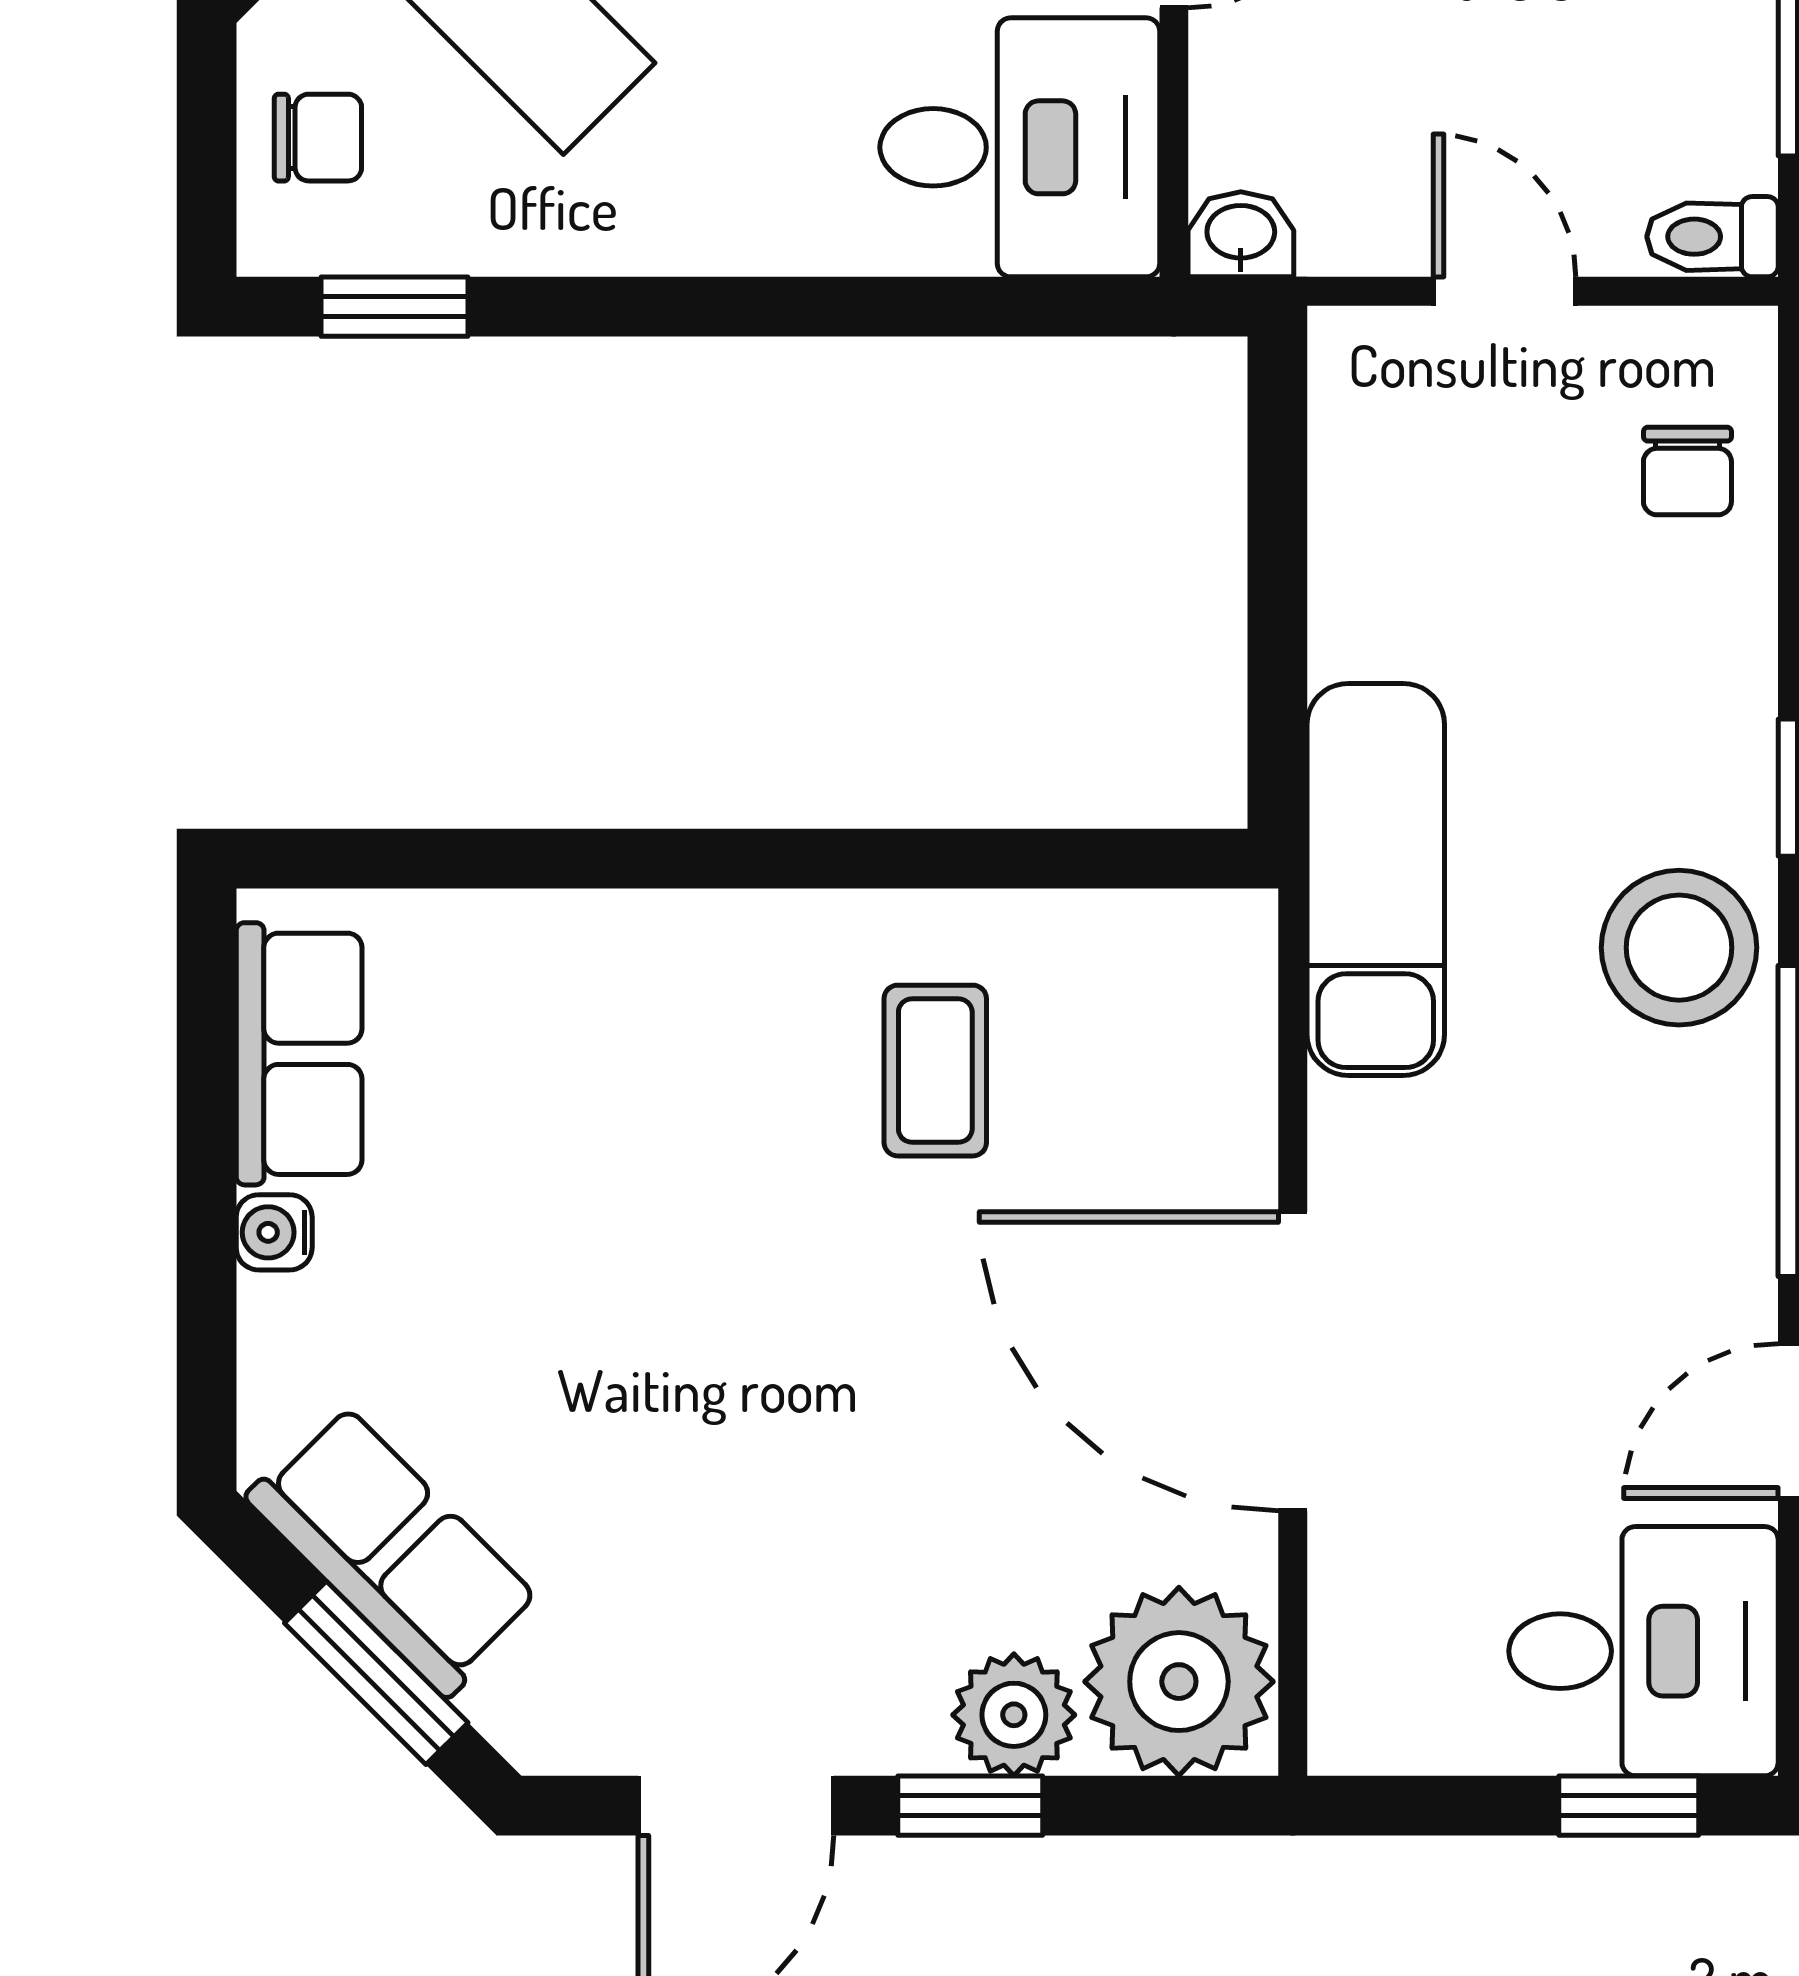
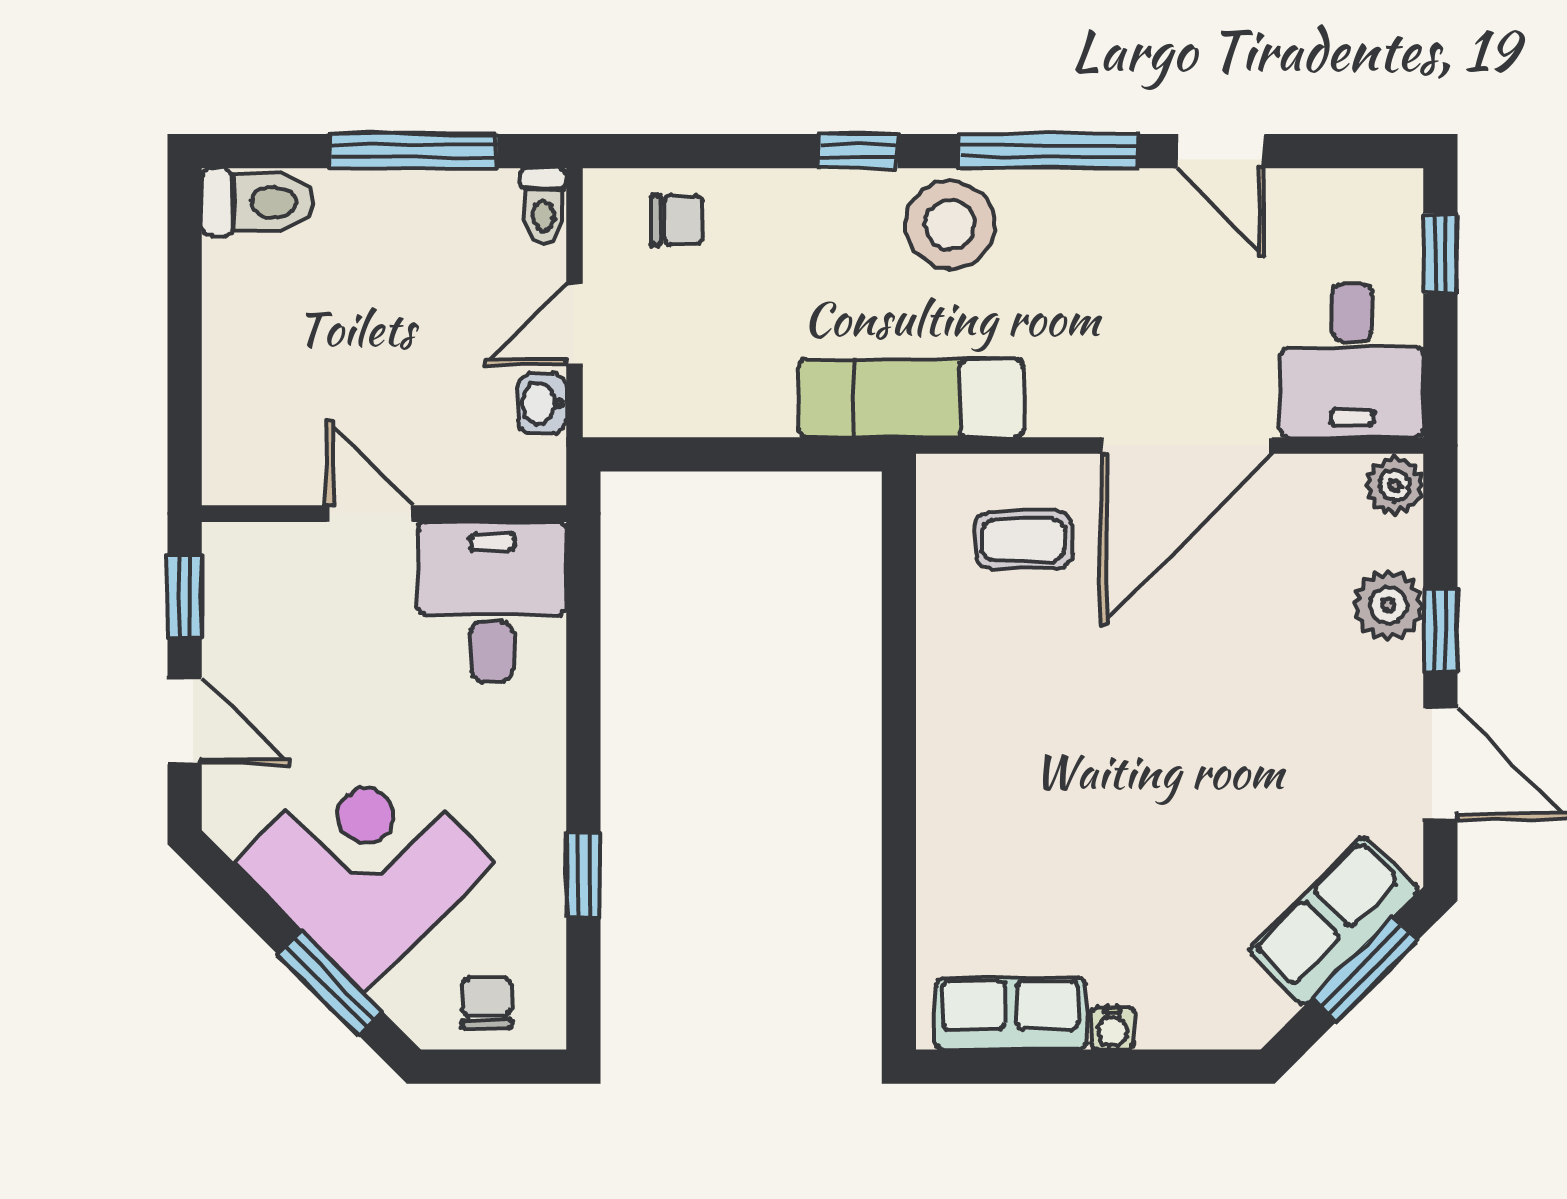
washbasin: (1241, 234) -> (542, 403), moved
window: (395, 307) -> (583, 875), moved
coffee table: (935, 1071) -> (1024, 540), moved
row of seats: (393, 1550) -> (1334, 921), moved
desk: (1644, 1651) -> (1352, 360), moved, turned 180
plant: (1179, 1682) -> (1395, 485), width x0.53, depth x0.53

